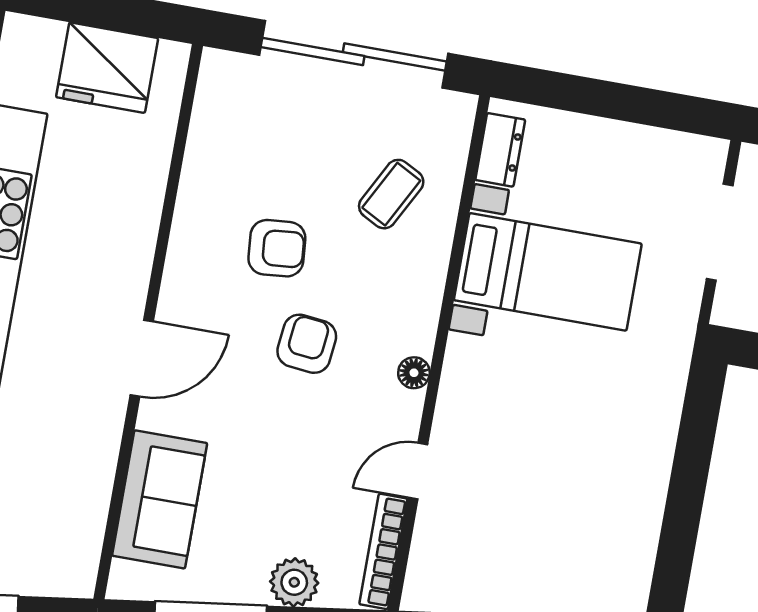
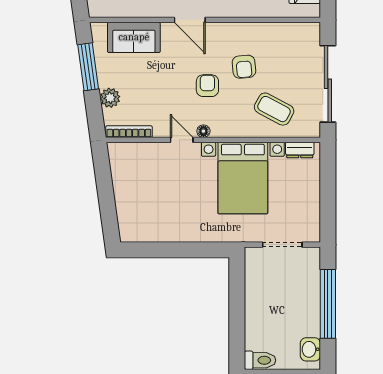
coffee table: (391, 194) -> (274, 109), width x1.36, depth x1.30
bed with nightstands: (548, 272) -> (243, 178), width x1.36
armchair: (307, 344) -> (207, 86), turned -96
door: (418, 471) -> (182, 140), moved

